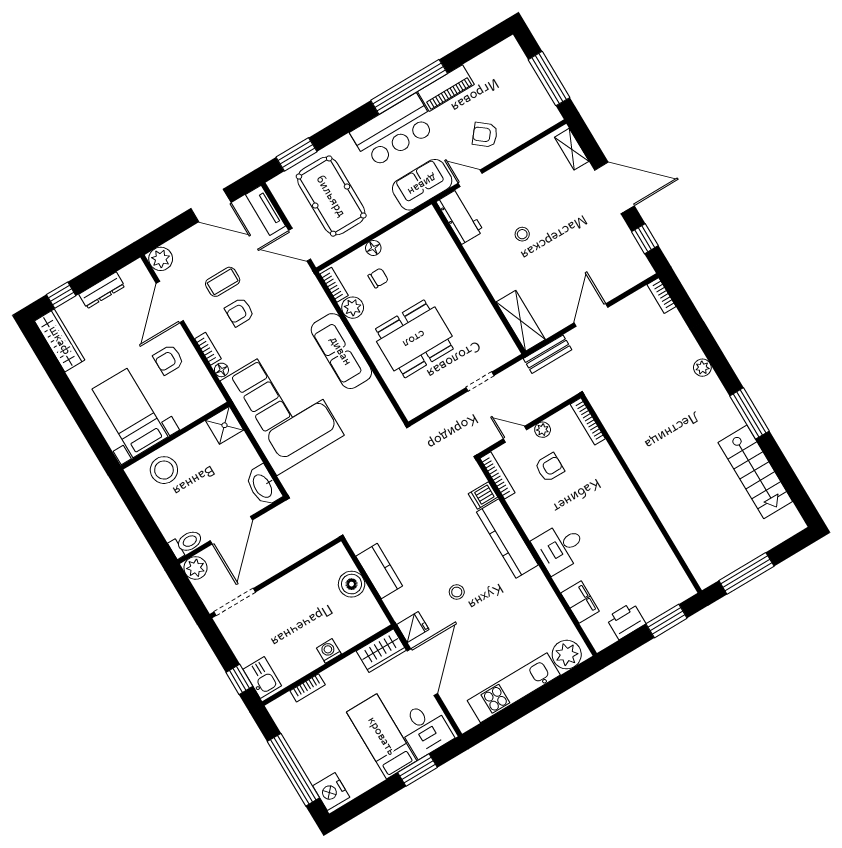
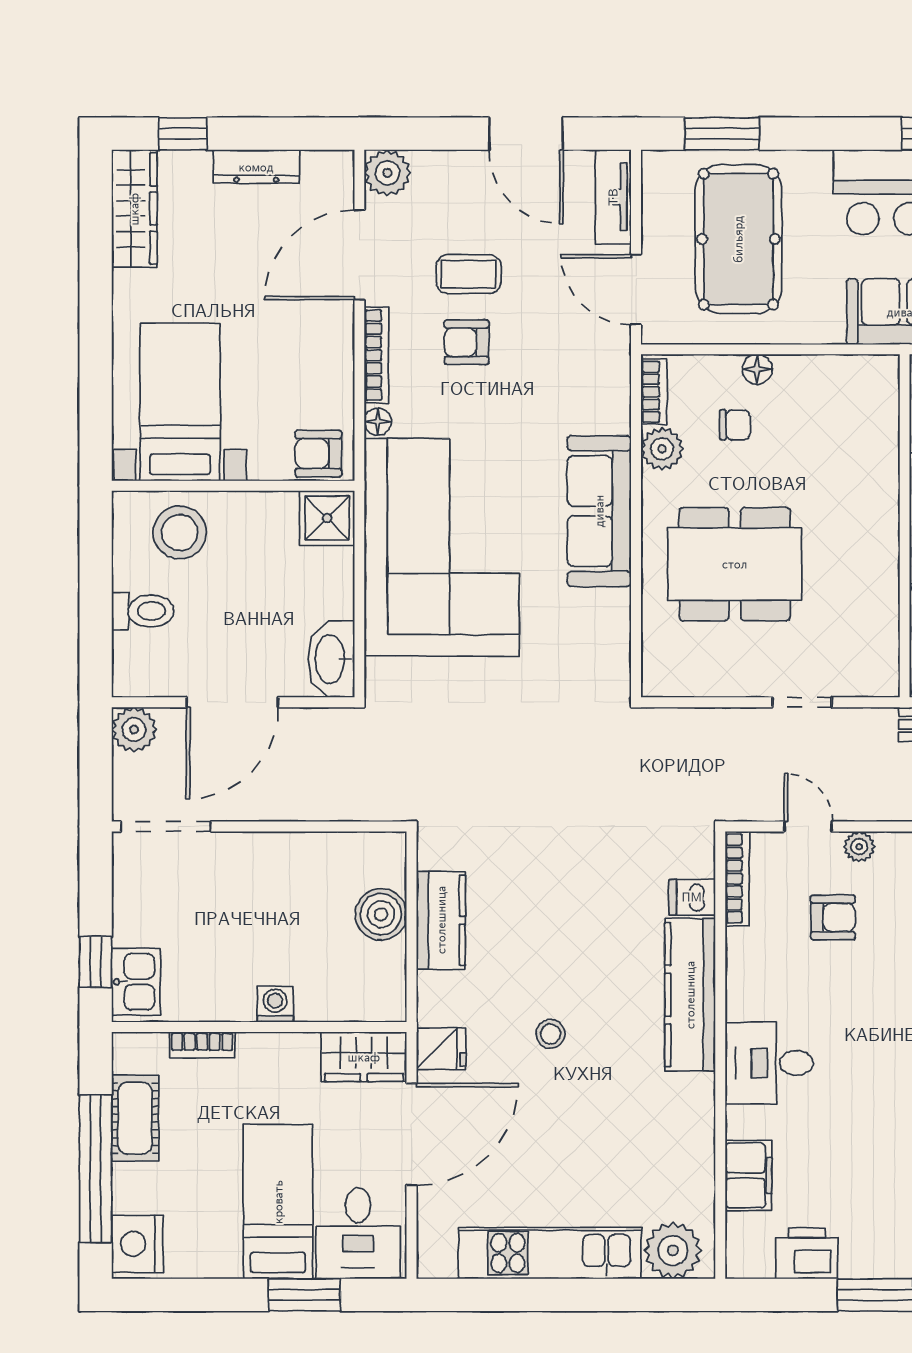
bookcase: (208, 349) -> (377, 355), width x1.56
armchair: (168, 360) -> (318, 454), moved
toilet: (186, 543) -> (143, 611), moved
cot: (297, 737) -> (135, 1118), added

